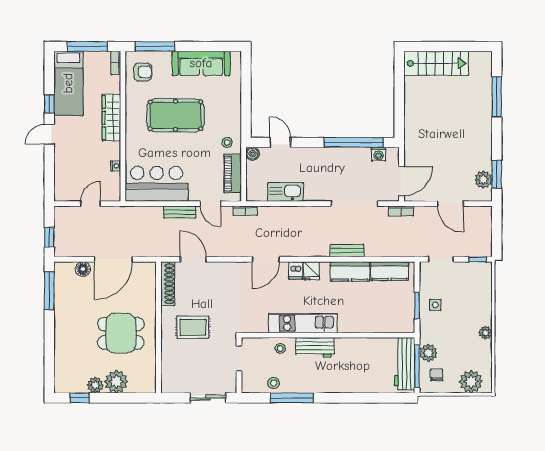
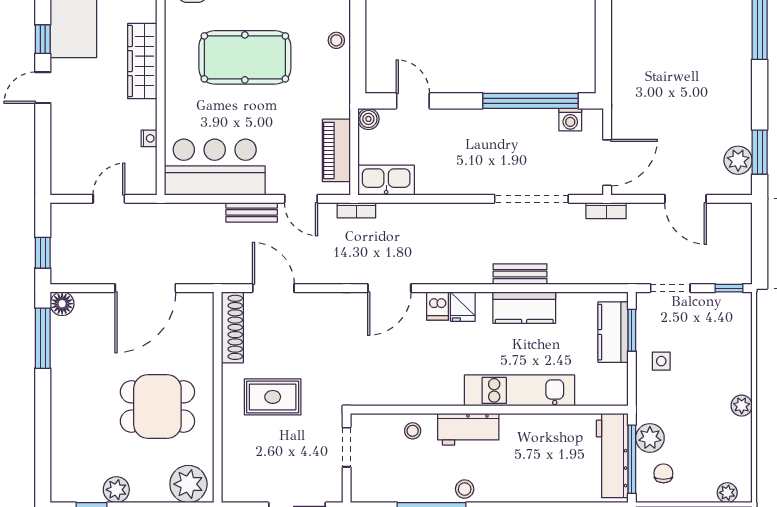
stool: (227, 143) -> (336, 40), moved
kitchen sink: (285, 192) -> (386, 180), moved
floor lamp: (83, 269) -> (62, 304), moved
kitchen counter: (390, 271) -> (613, 332), moved, turned 90
window: (417, 306) -> (632, 330), moved
kitchen unit: (303, 323) -> (520, 390), moved
plant: (116, 382) -> (188, 484), moved
plant: (471, 382) -> (727, 493), width x0.53, depth x0.53
stool: (274, 383) -> (465, 489), moved

